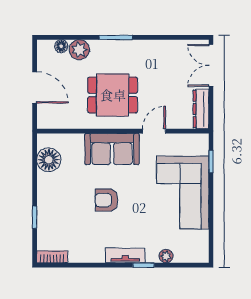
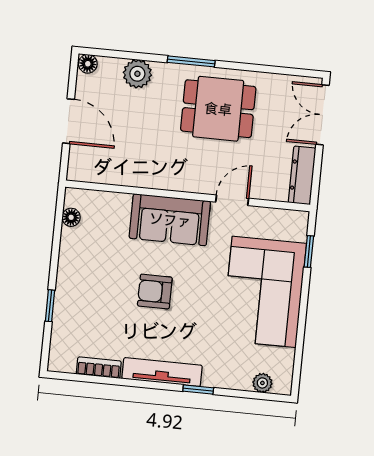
floor lamp: (61, 46) -> (88, 64), moved
dining table: (113, 95) -> (218, 109), moved
floor lamp: (49, 160) -> (71, 217), width x0.53, depth x0.53
tv unit: (125, 256) -> (162, 372), width x1.41
plant: (166, 256) -> (262, 383), moved
bookcase: (52, 257) -> (99, 368), moved

